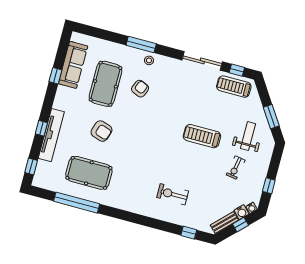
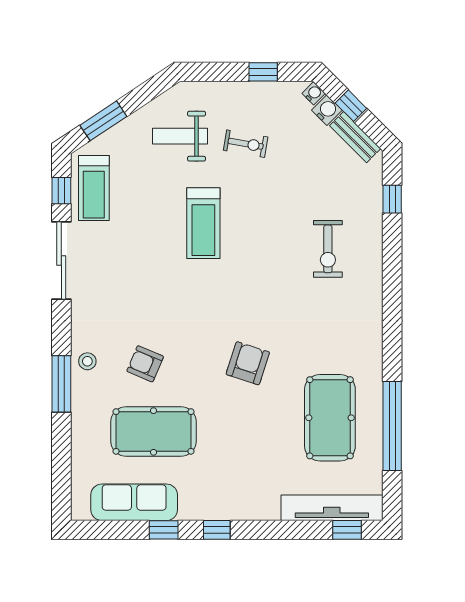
window: (271, 117) -> (103, 121), moved
window: (41, 128) -> (217, 530), moved
armchair: (101, 131) -> (248, 363), moved
tv unit: (51, 135) -> (332, 508), moved

